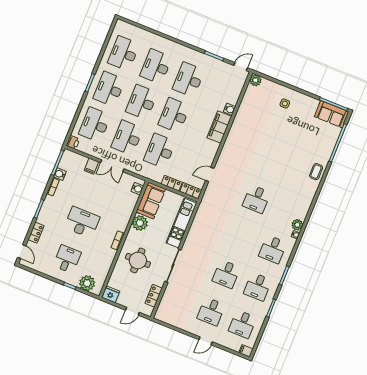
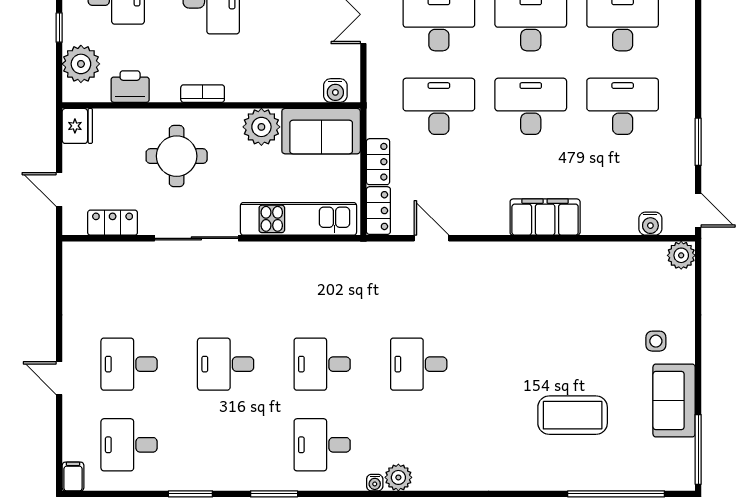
water cooler: (229, 109) -> (650, 224), moved
sofa: (332, 114) -> (674, 401), moved
coffee table: (316, 172) -> (573, 415), moved, width x1.86, depth x1.72
printer: (104, 268) -> (130, 87), added
desk: (258, 287) -> (322, 364), moved

